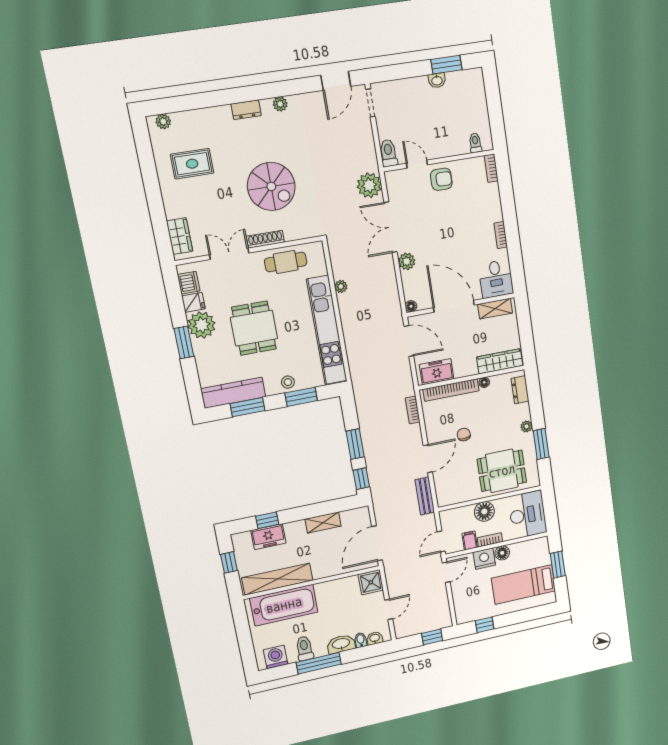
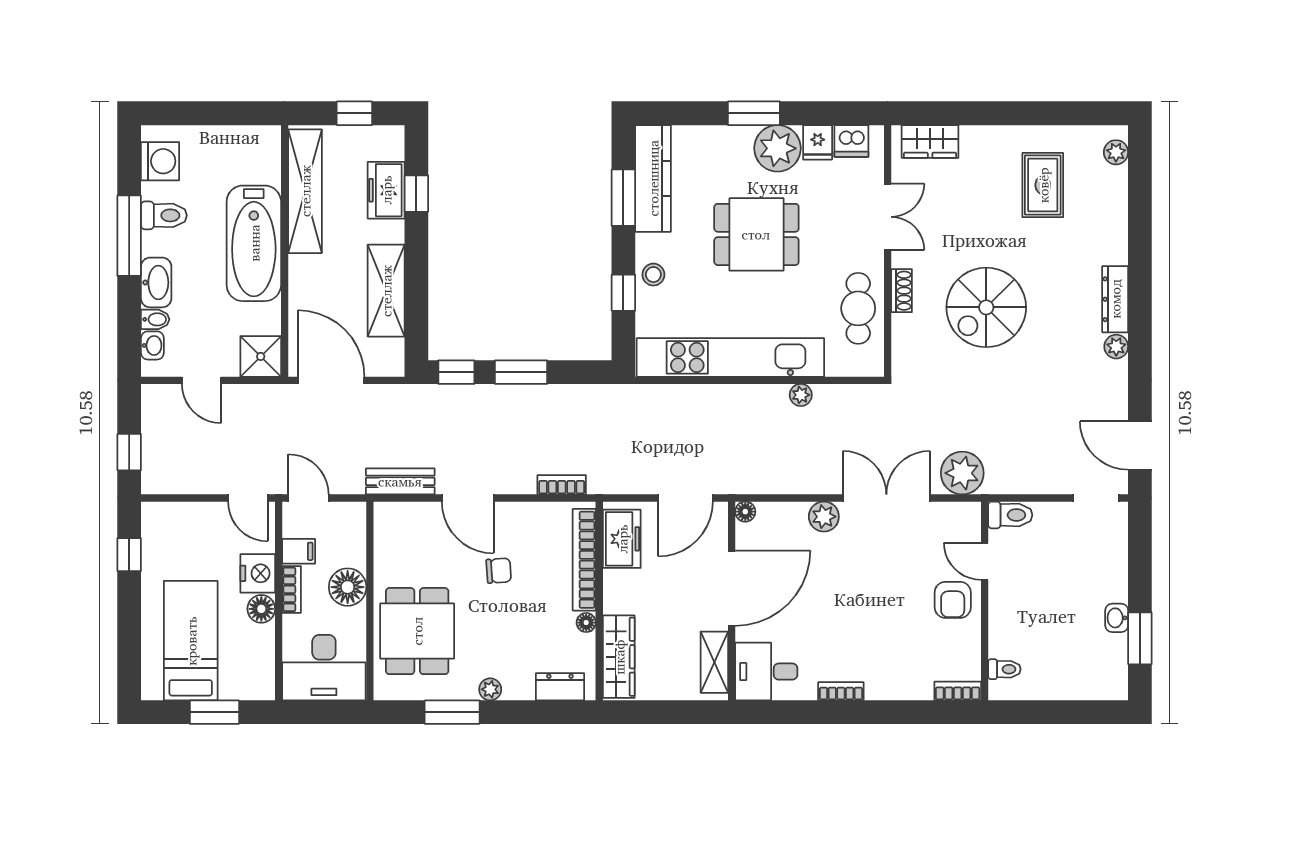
dresser: (246, 110) -> (1115, 299), width x1.44
door: (417, 164) -> (985, 561), swing flipped
shoe rack: (265, 239) -> (902, 291), width x0.70
window: (301, 397) -> (623, 293), width x0.67
shelving: (323, 523) -> (386, 291), width x1.50, depth x1.33
bathtub: (284, 605) -> (254, 243), moved

